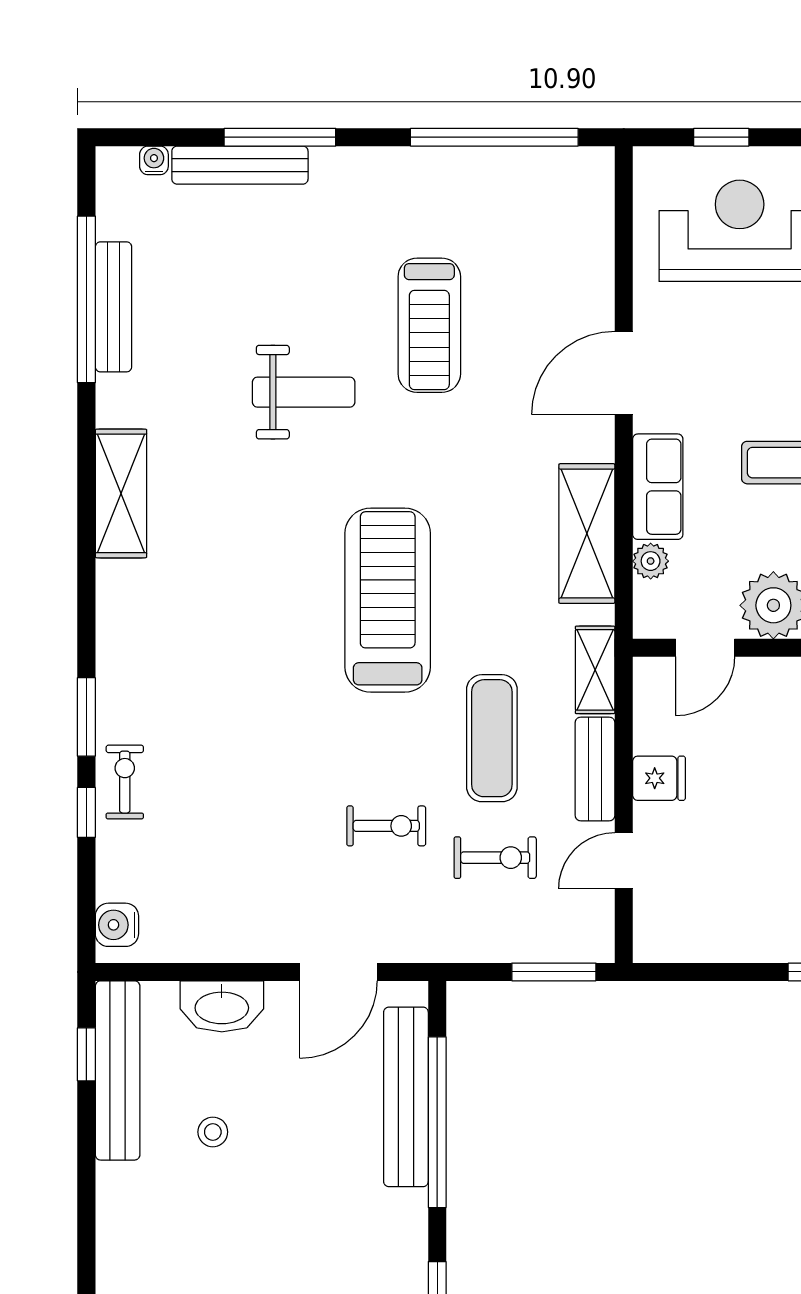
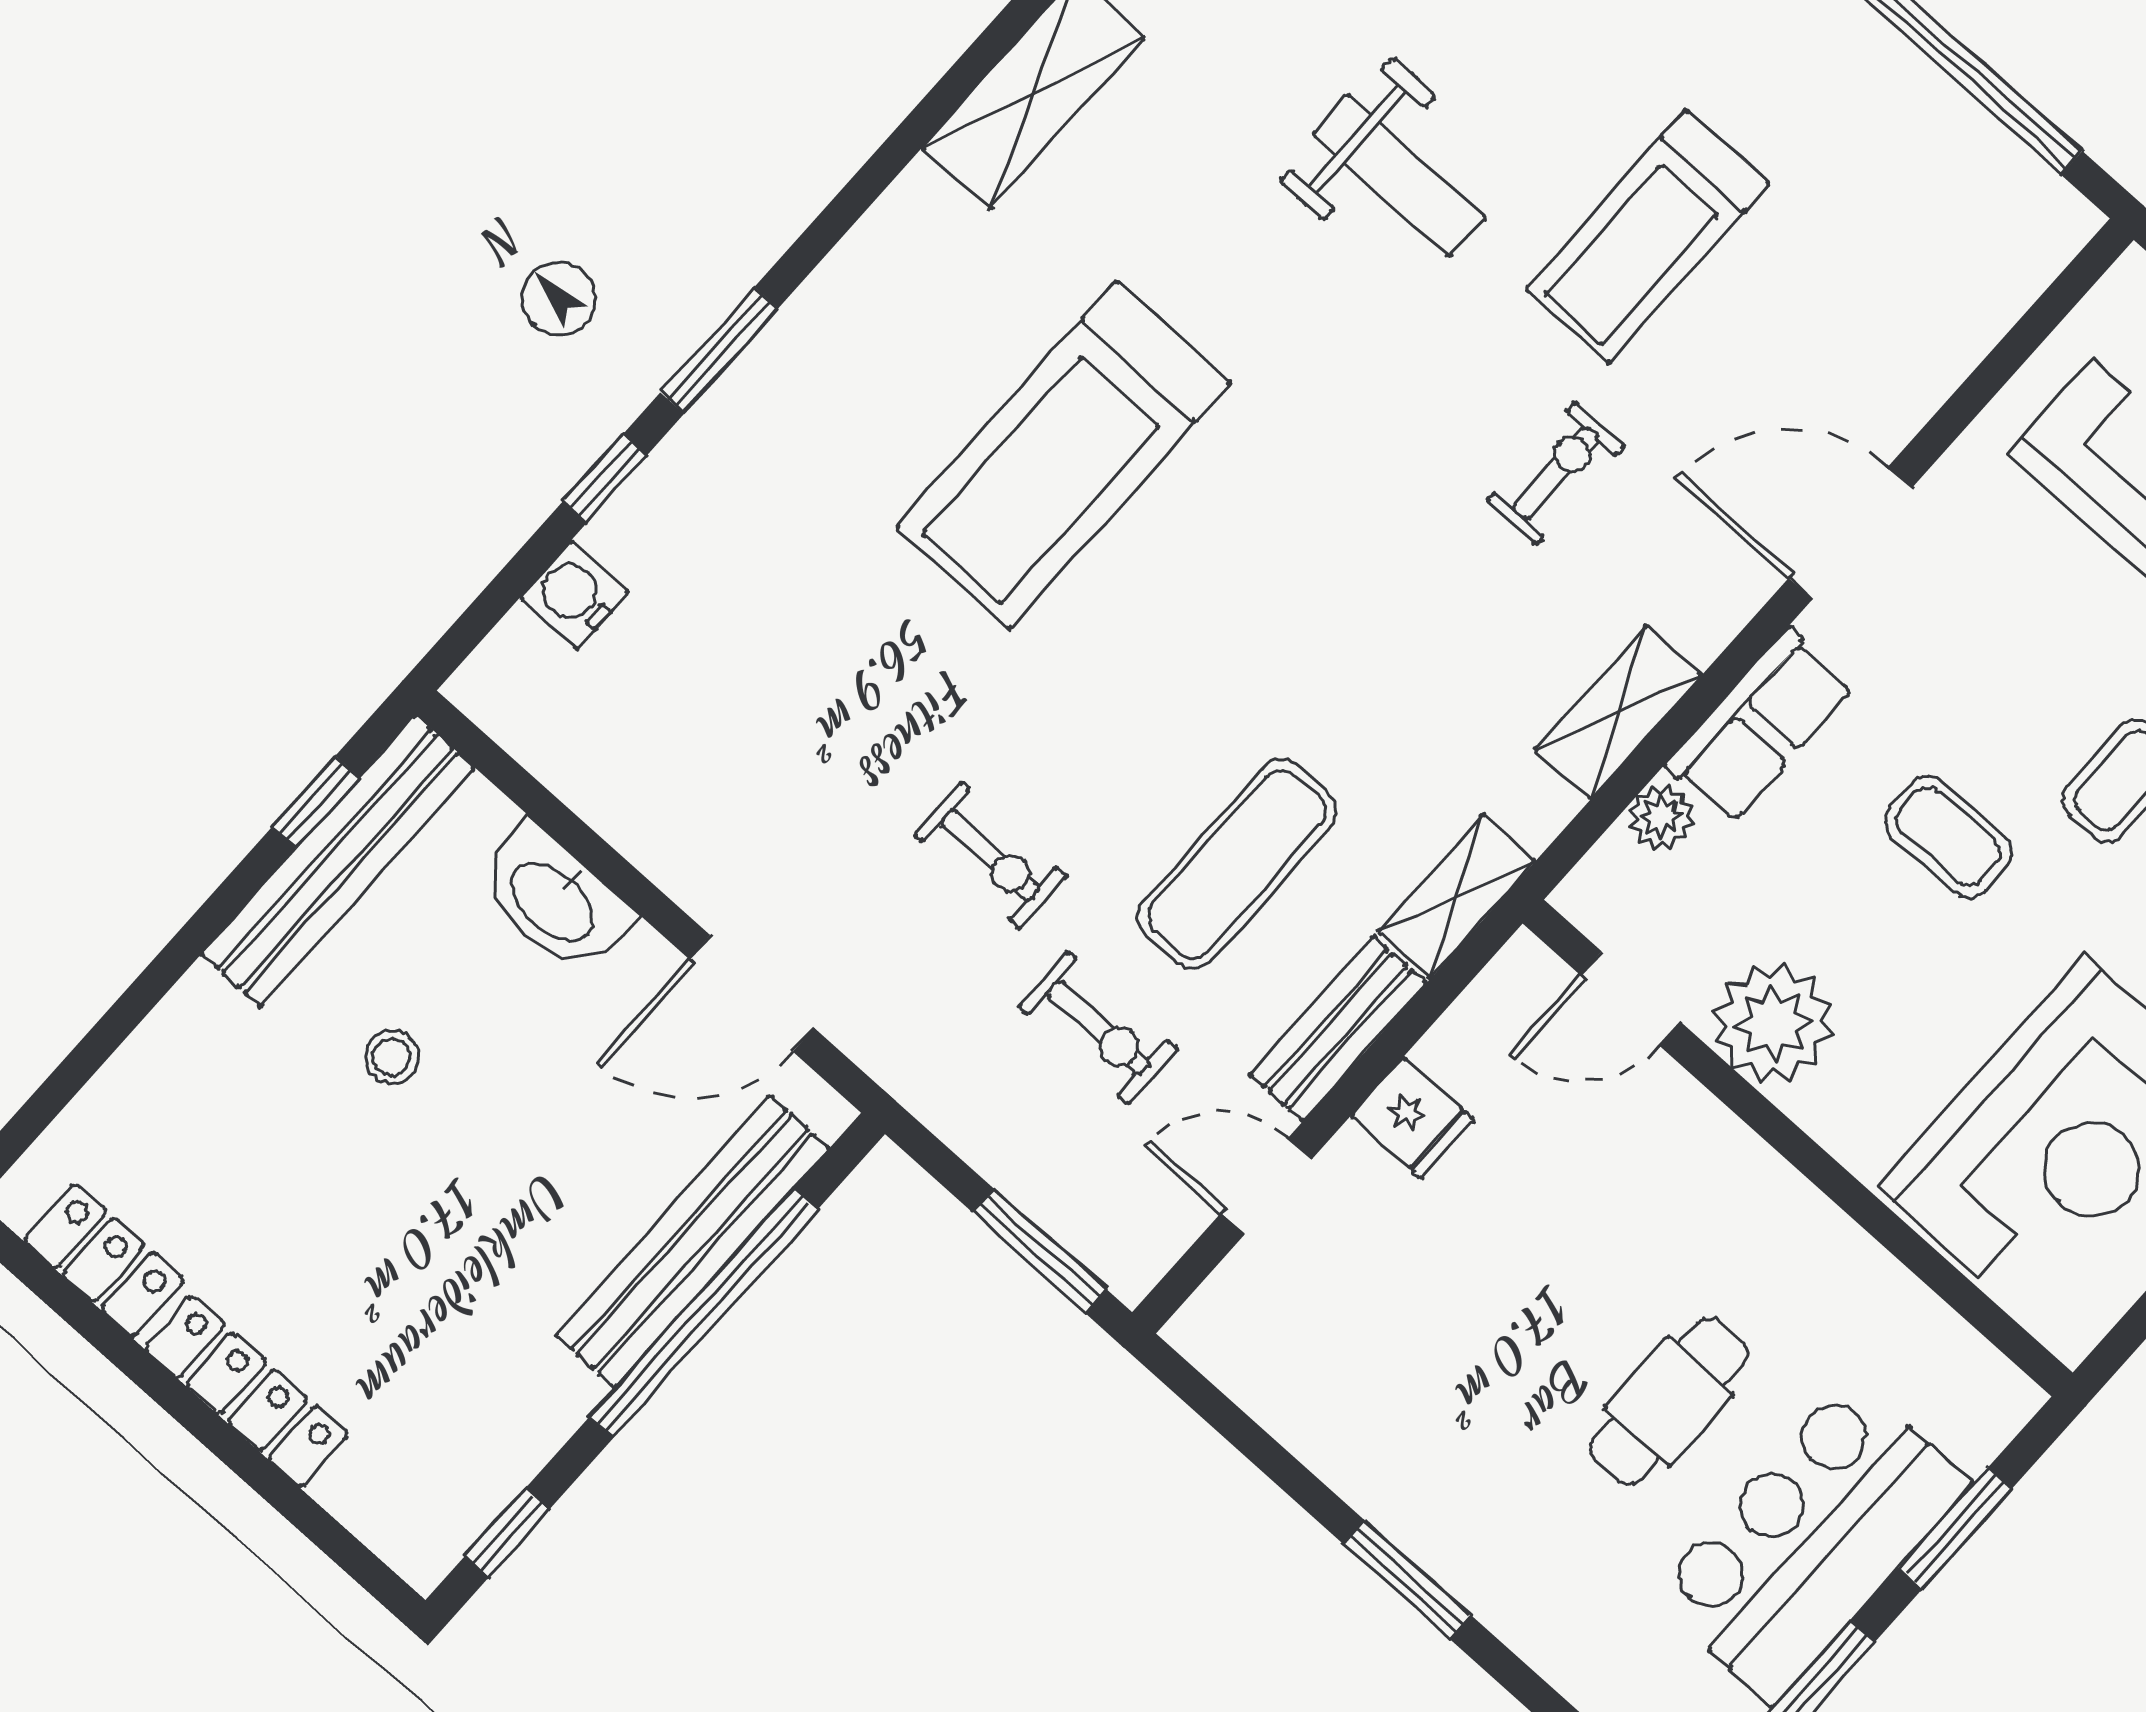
shelving: (587, 534) -> (1618, 712), width x0.67, depth x0.75
treadmill: (388, 600) -> (1063, 455), moved, turned 180
exercise bike: (125, 782) -> (1556, 473), moved
water cooler: (117, 925) -> (574, 595), moved

